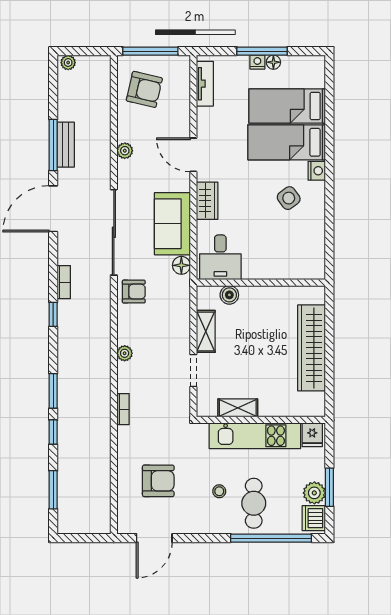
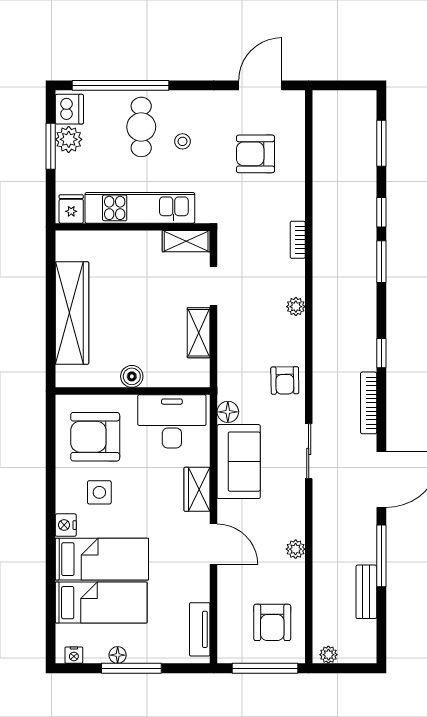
nightstand: (257, 62) -> (74, 655), moved
plant: (68, 63) -> (328, 655), moved
armchair: (144, 89) -> (272, 622), turned -103
bench: (66, 145) -> (366, 592), moved
side table: (289, 198) -> (99, 492), turned 37
sliding door: (114, 232) -> (309, 451), width x0.54
armchair: (292, 245) -> (95, 437), added
desk: (220, 257) -> (172, 421), width x1.37
bookcase: (64, 282) -> (369, 403), width x1.56
armchair: (134, 292) -> (285, 380), turned -91
boiler: (229, 295) -> (132, 376), moved
shelving: (238, 408) -> (186, 241), moved

